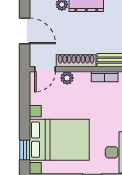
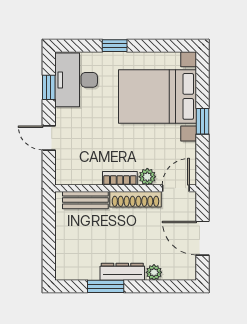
bookcase: (105, 77) -> (120, 178), moved
window: (25, 150) -> (202, 121), moved

